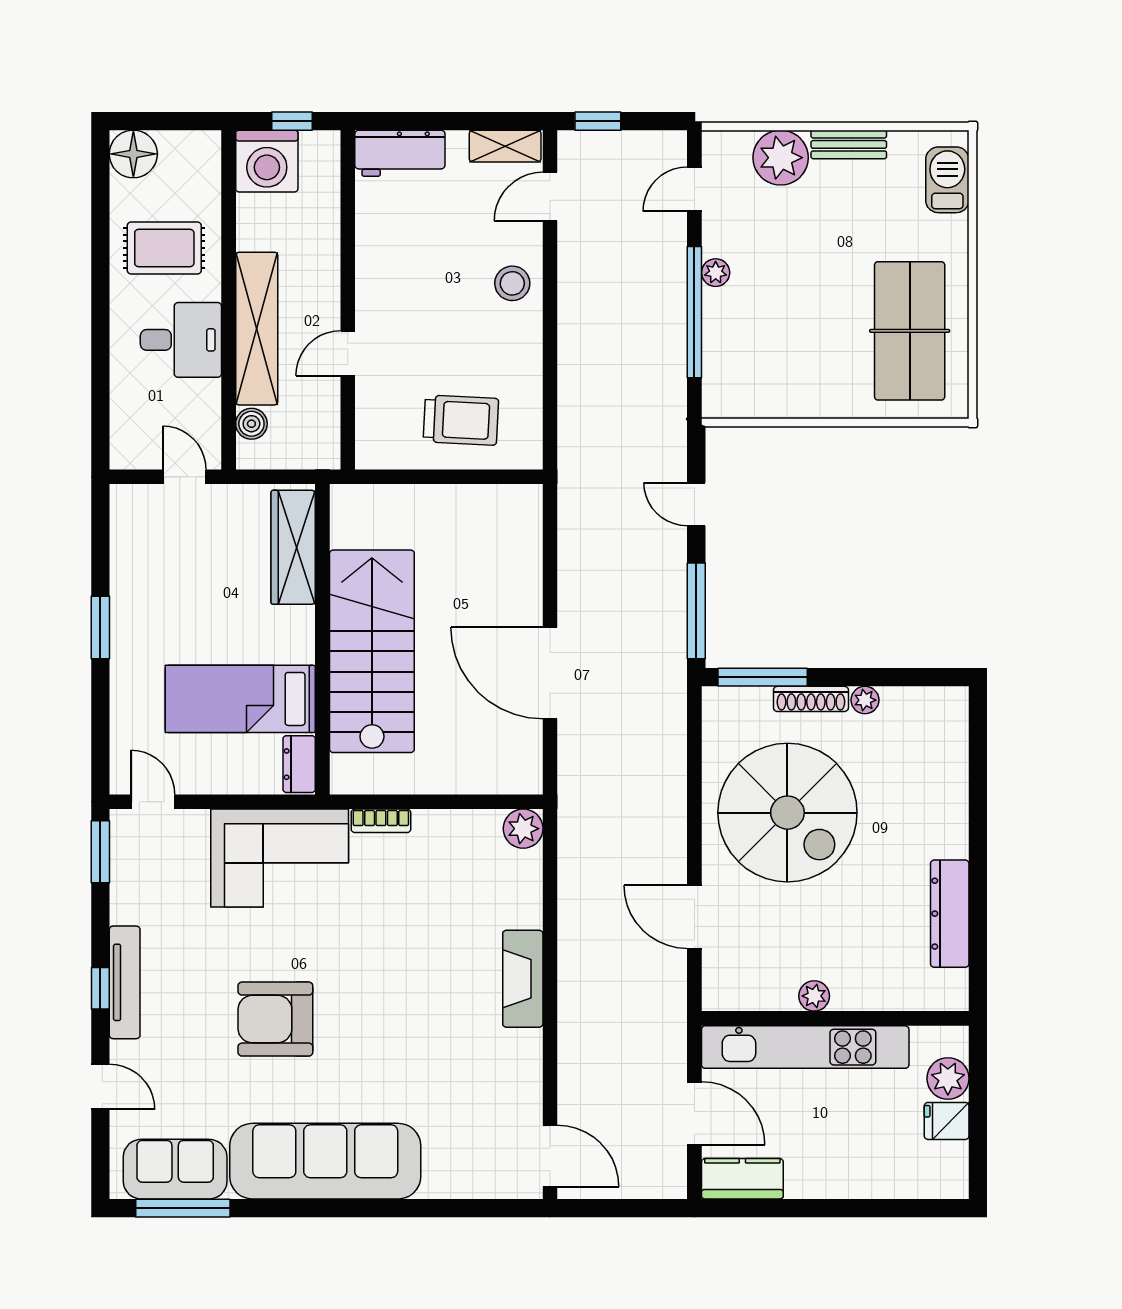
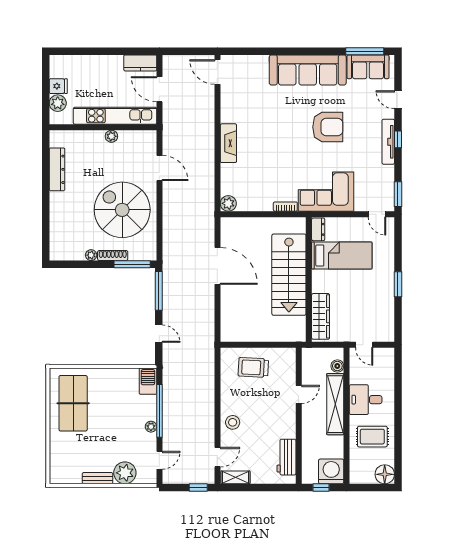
workbench: (400, 153) -> (286, 457), moved, turned -90
barbecue: (947, 180) -> (148, 381), moved, turned 180

